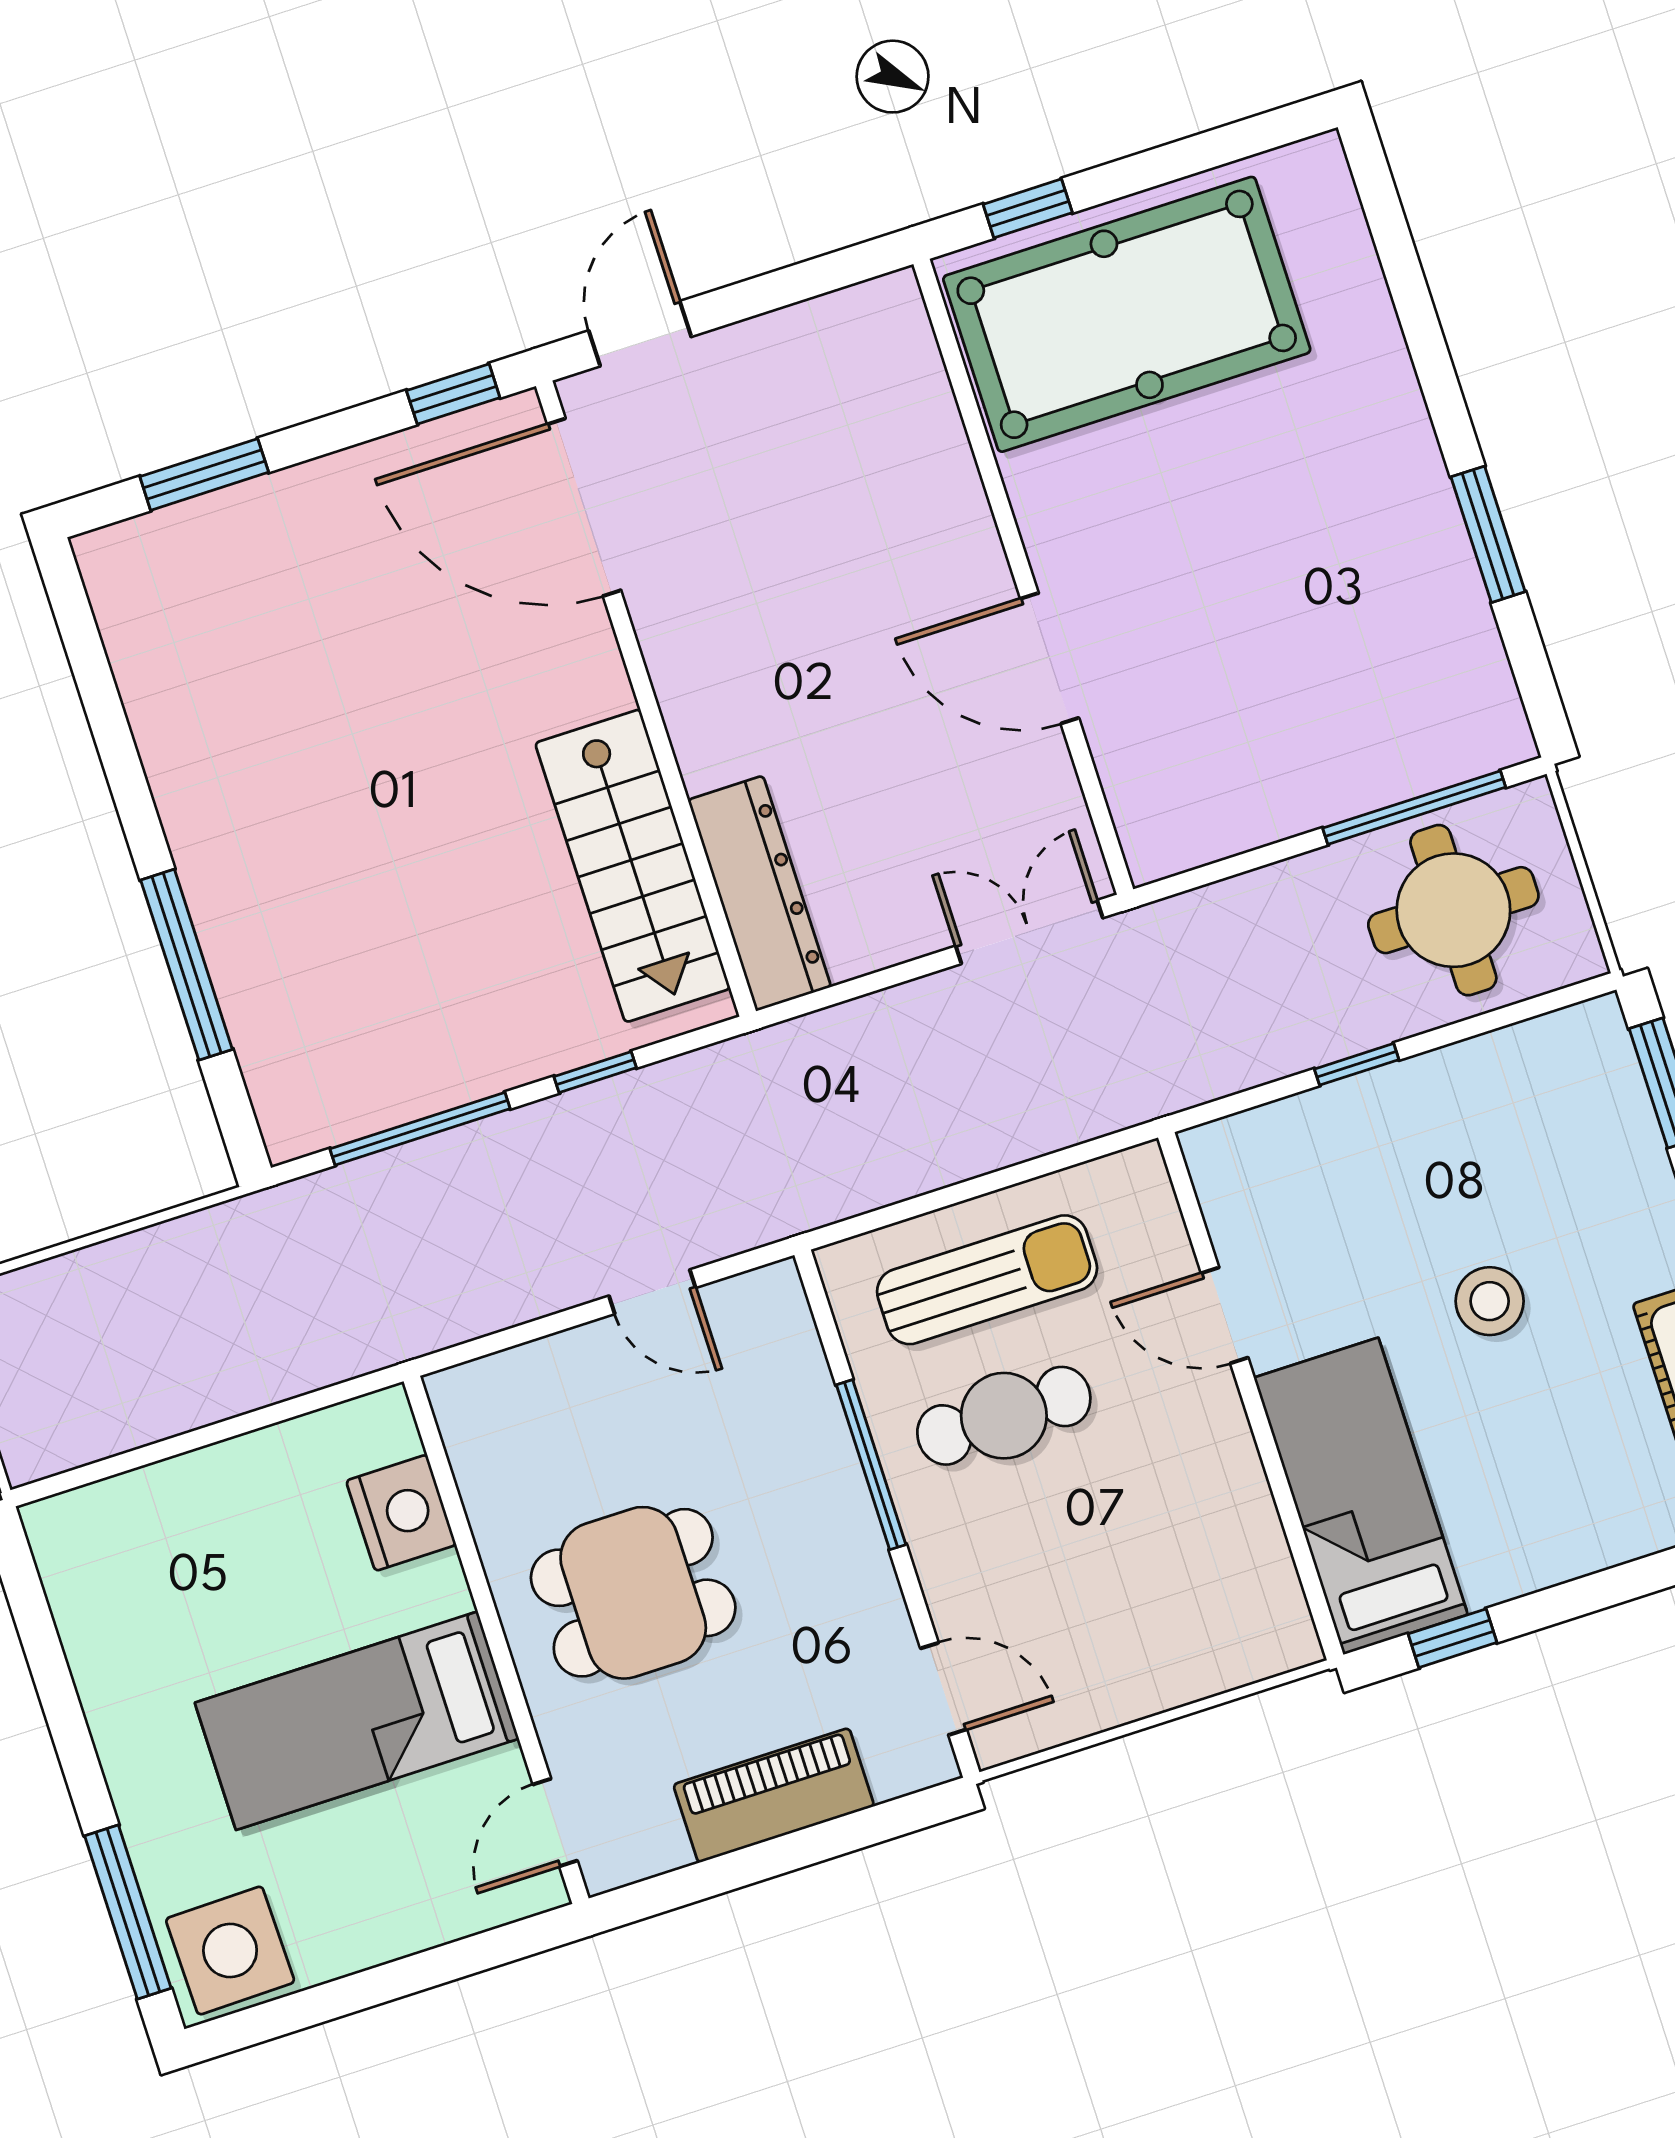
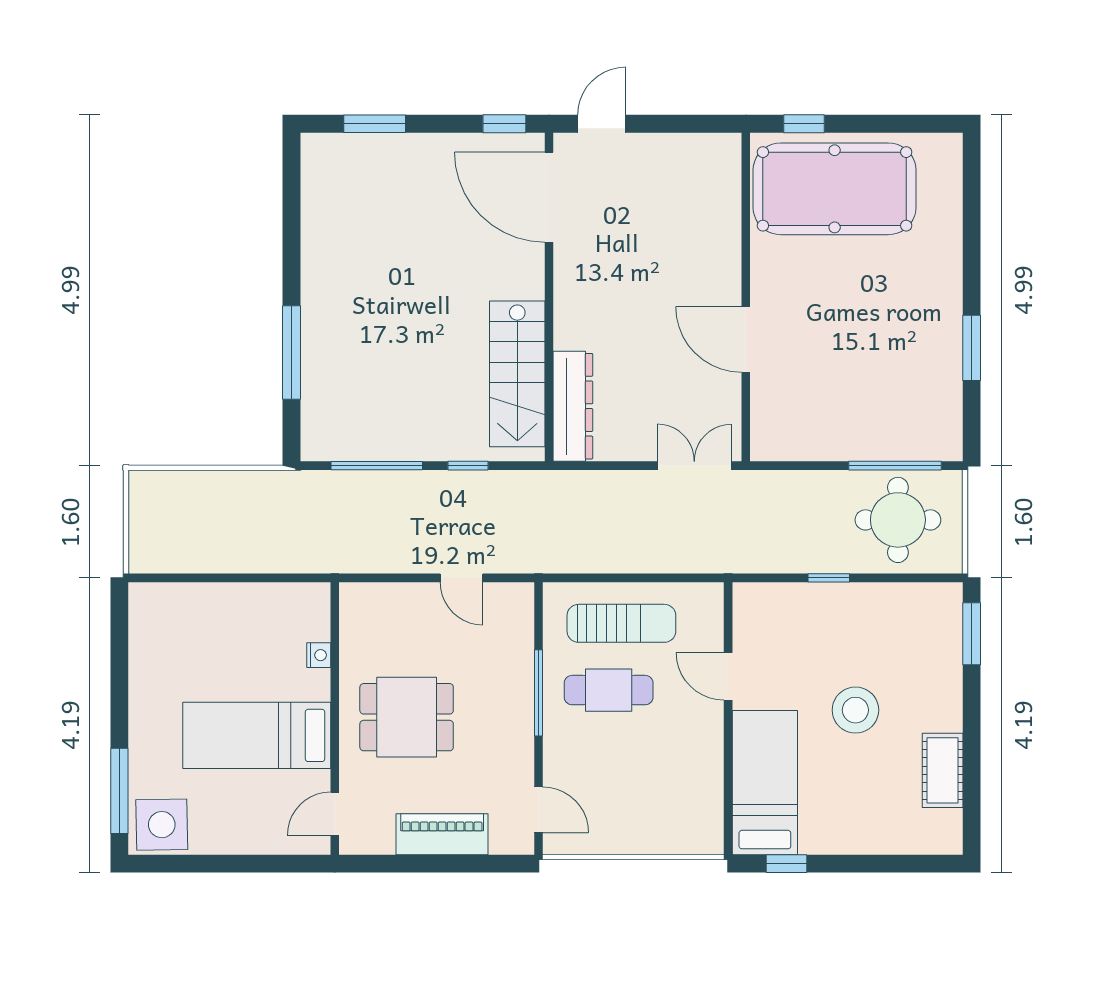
stool: (1490, 1301) -> (855, 710), width x1.38, depth x1.38
nightstand: (401, 1513) -> (319, 655), width x0.53, depth x0.56

